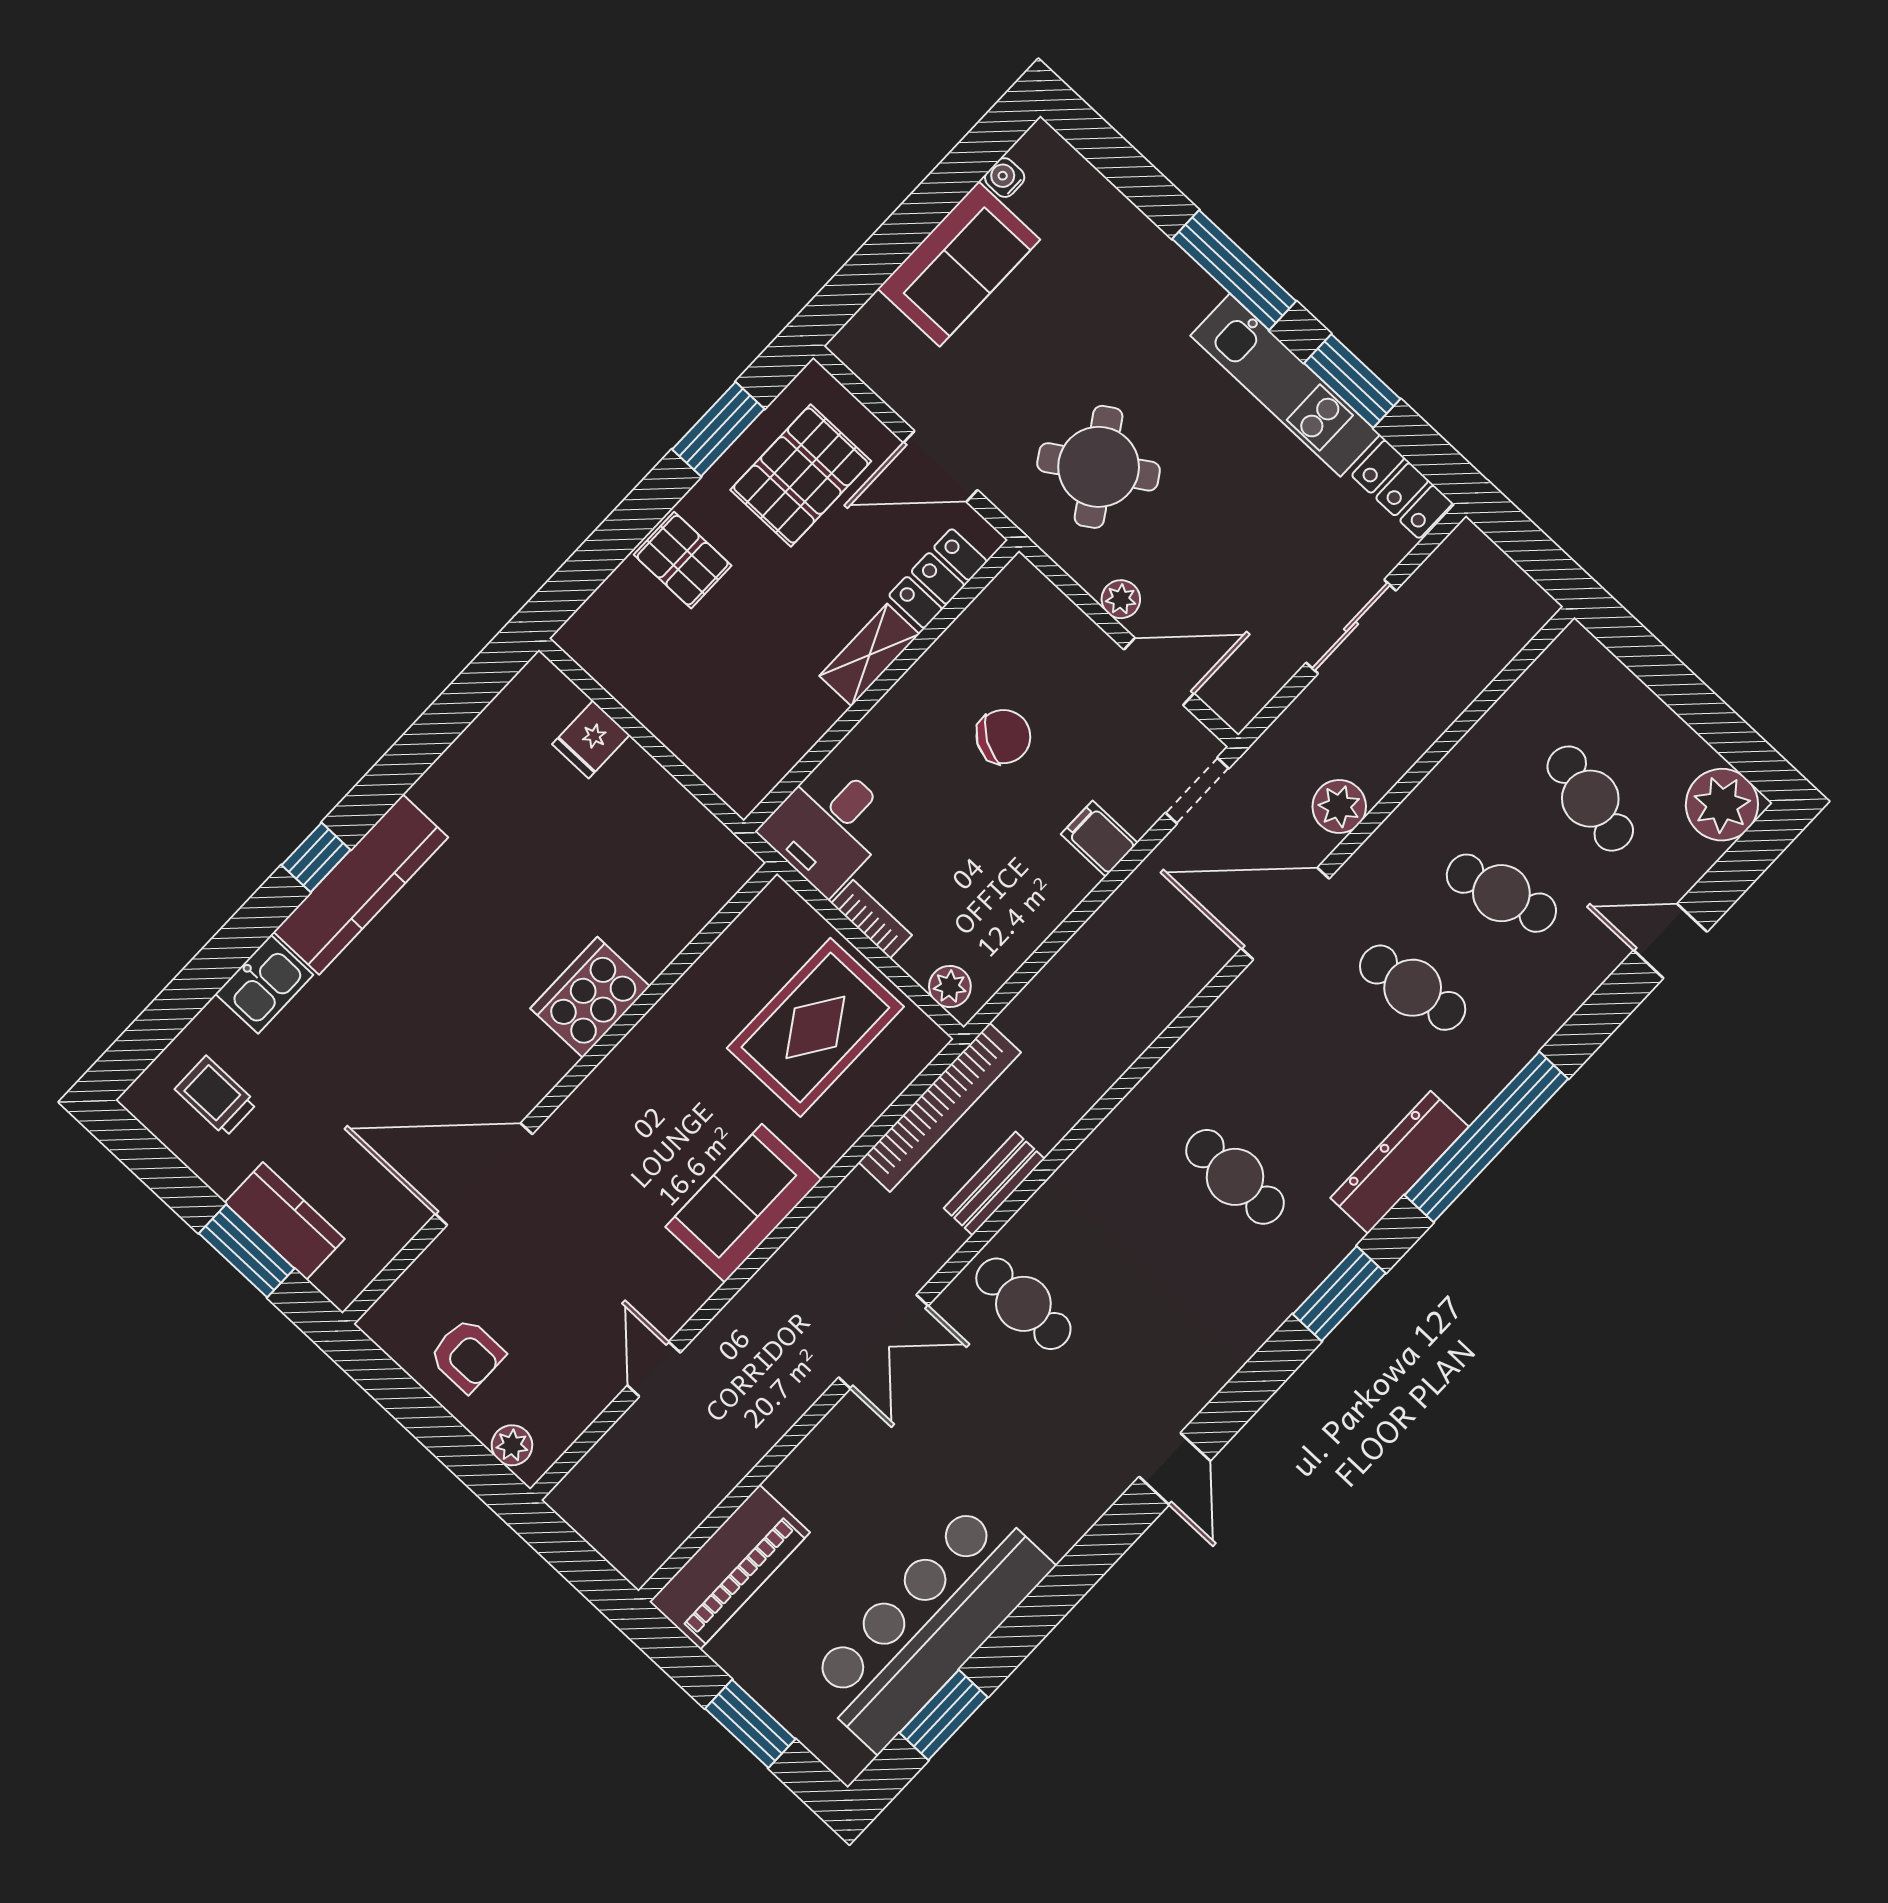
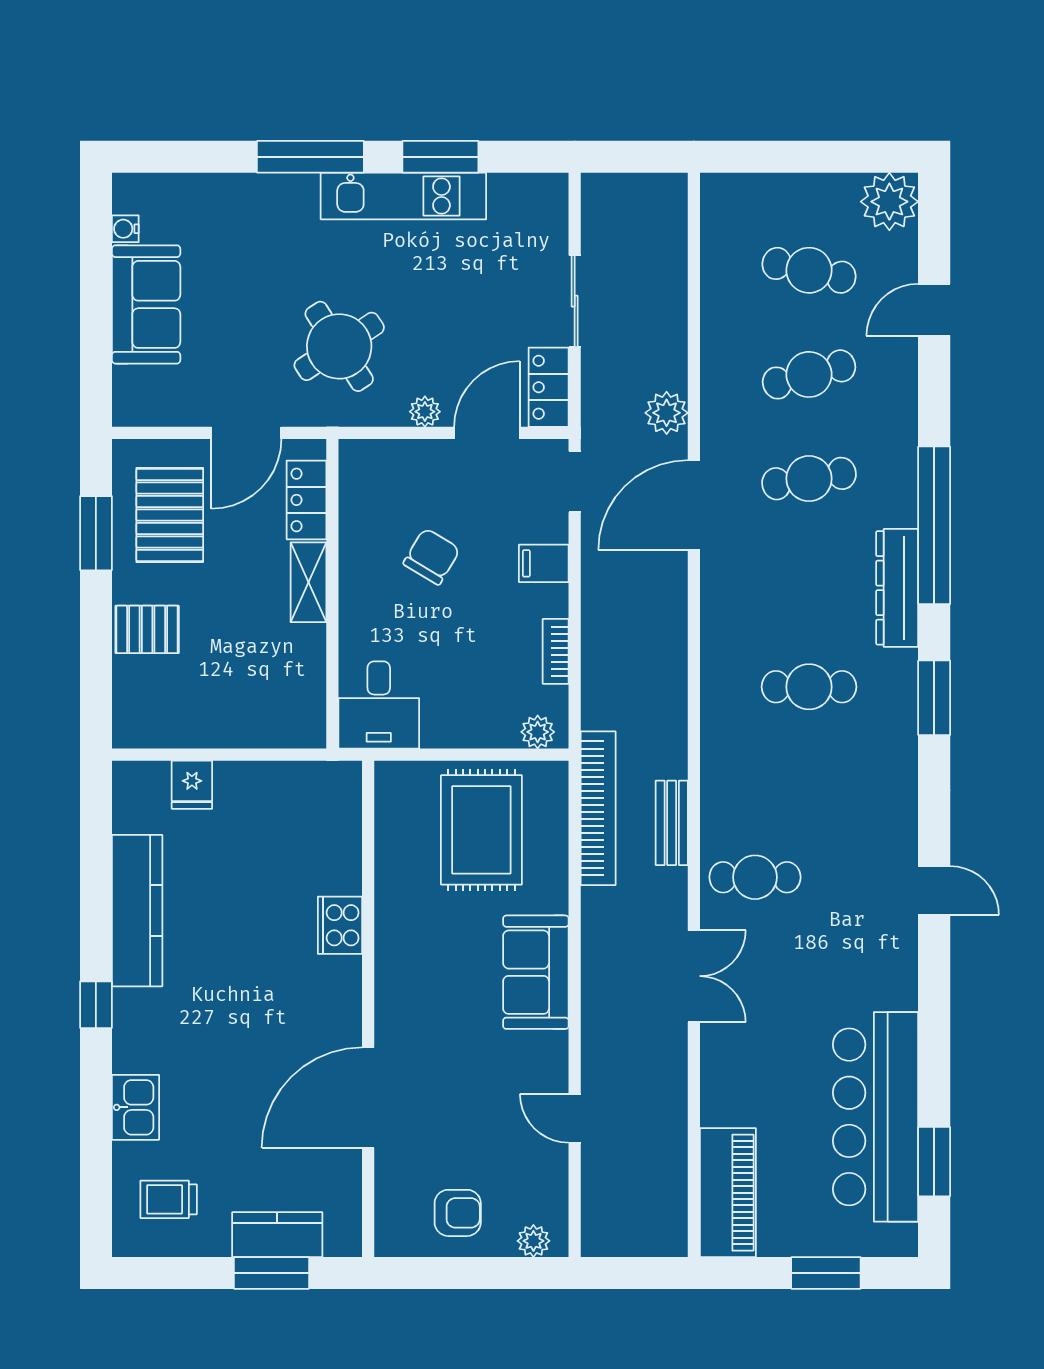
locker: (1402, 489) -> (549, 387), moved, turned 90
kitchen counter: (361, 885) -> (137, 911), moved
bookcase: (872, 919) -> (556, 651), moved, turned -90
cooker: (590, 997) -> (340, 925), width x0.73, depth x0.76

